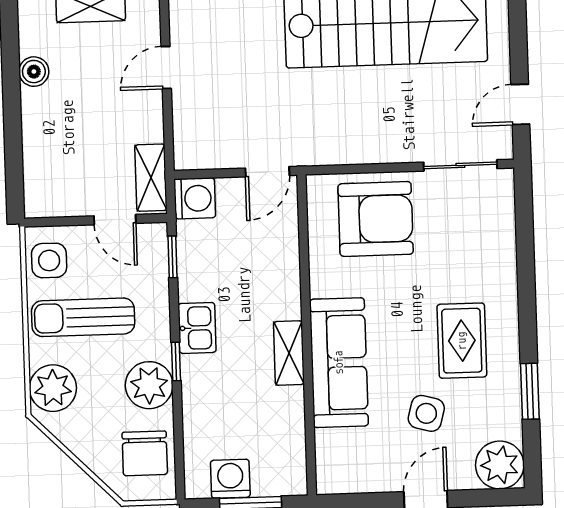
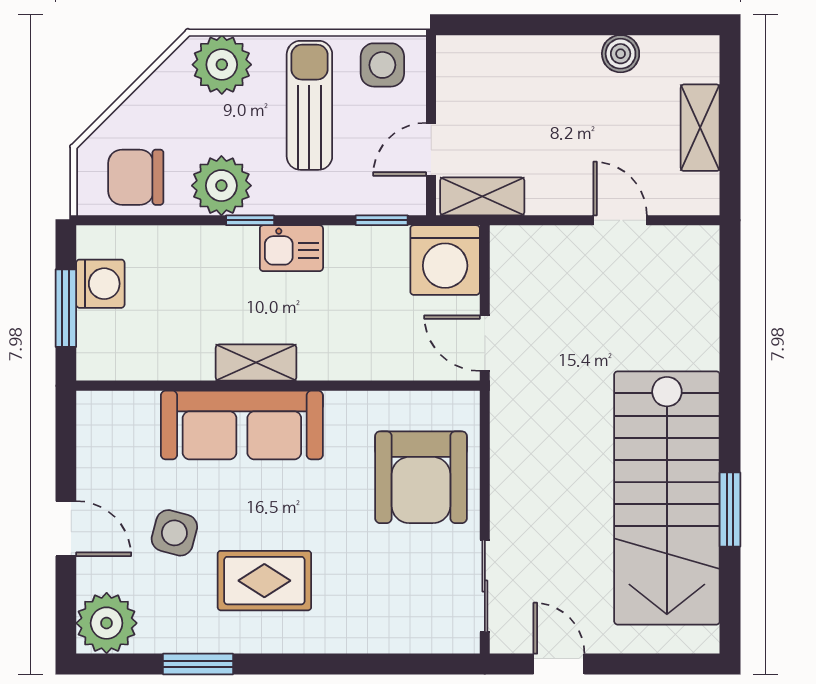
washing machine: (195, 198) -> (445, 260), width x1.37, depth x1.37

